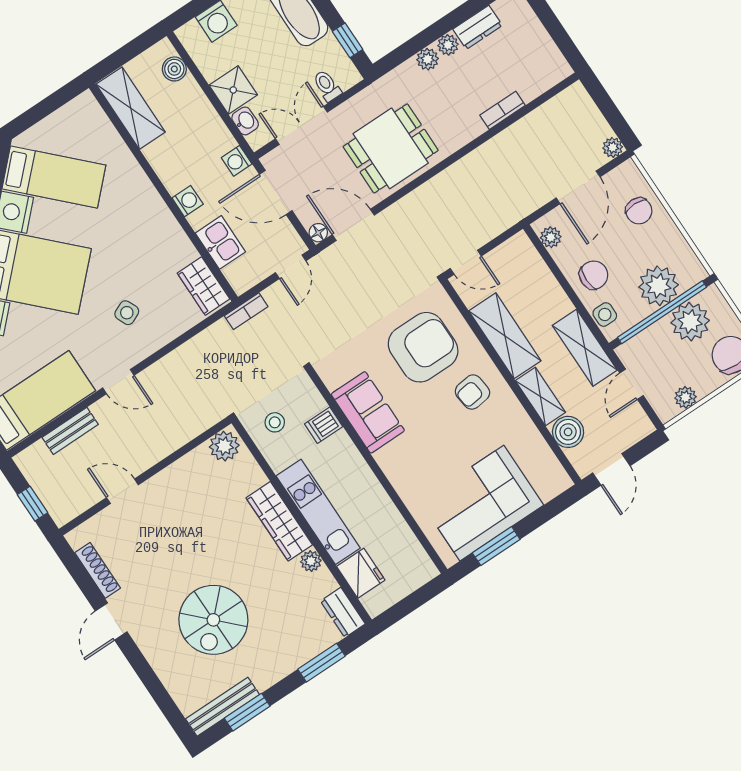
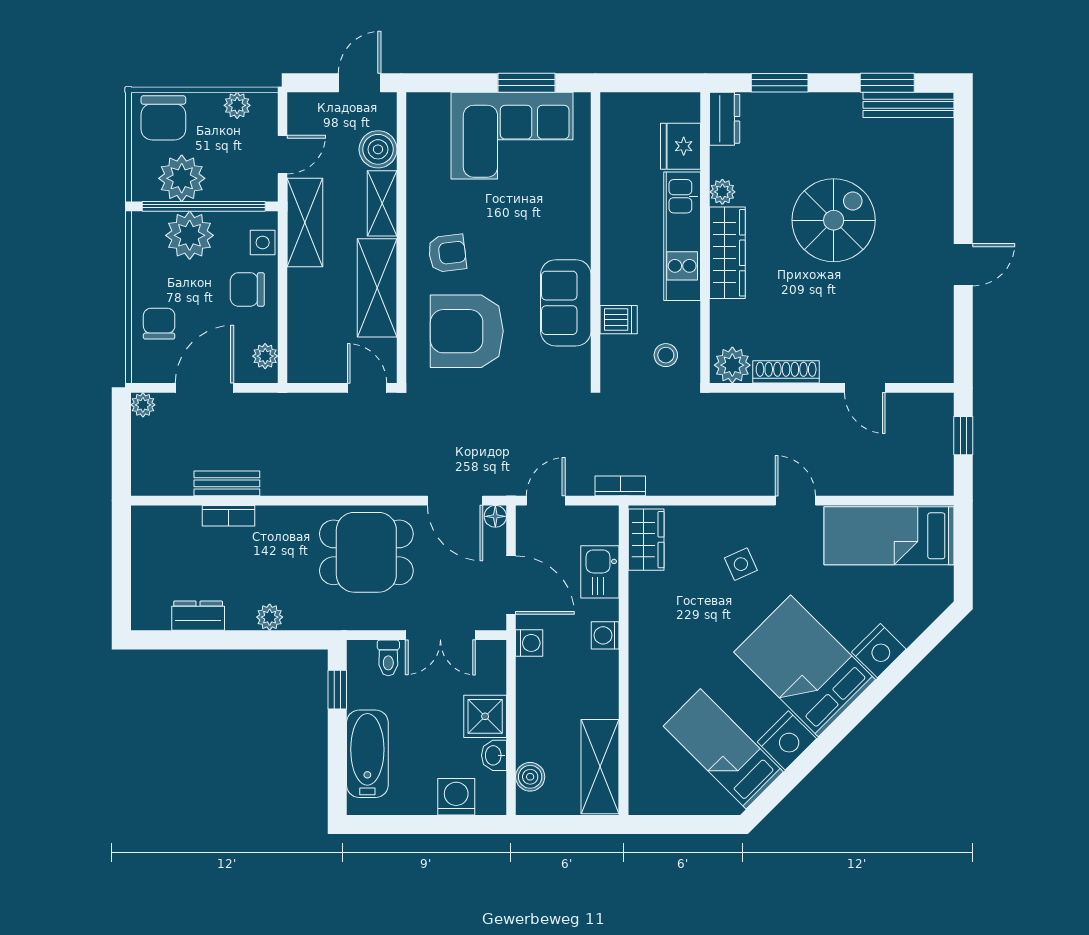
plant: (448, 45) -> (239, 618), removed
washbasin: (245, 121) -> (494, 755), moved
bench: (70, 431) -> (227, 483), moved
shoe rack: (98, 570) -> (786, 372), moved, turned 90
spiral stairs: (213, 620) -> (834, 220), moved

